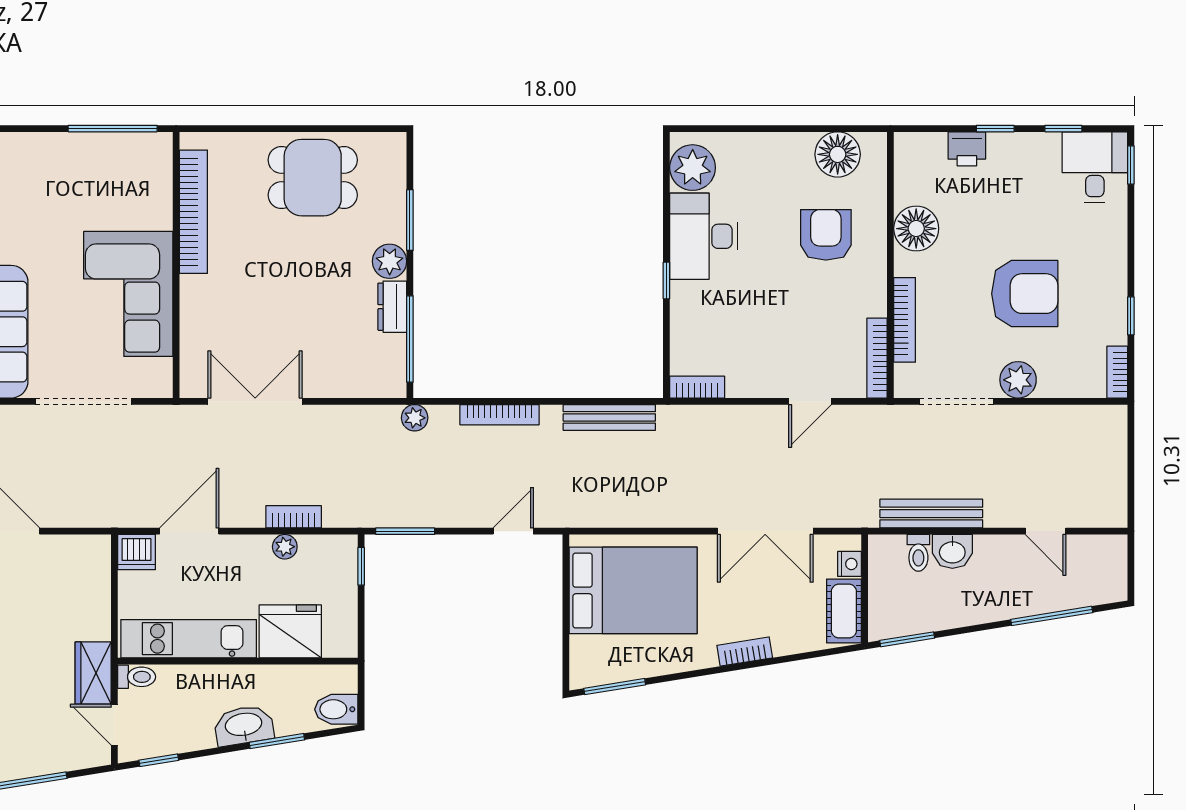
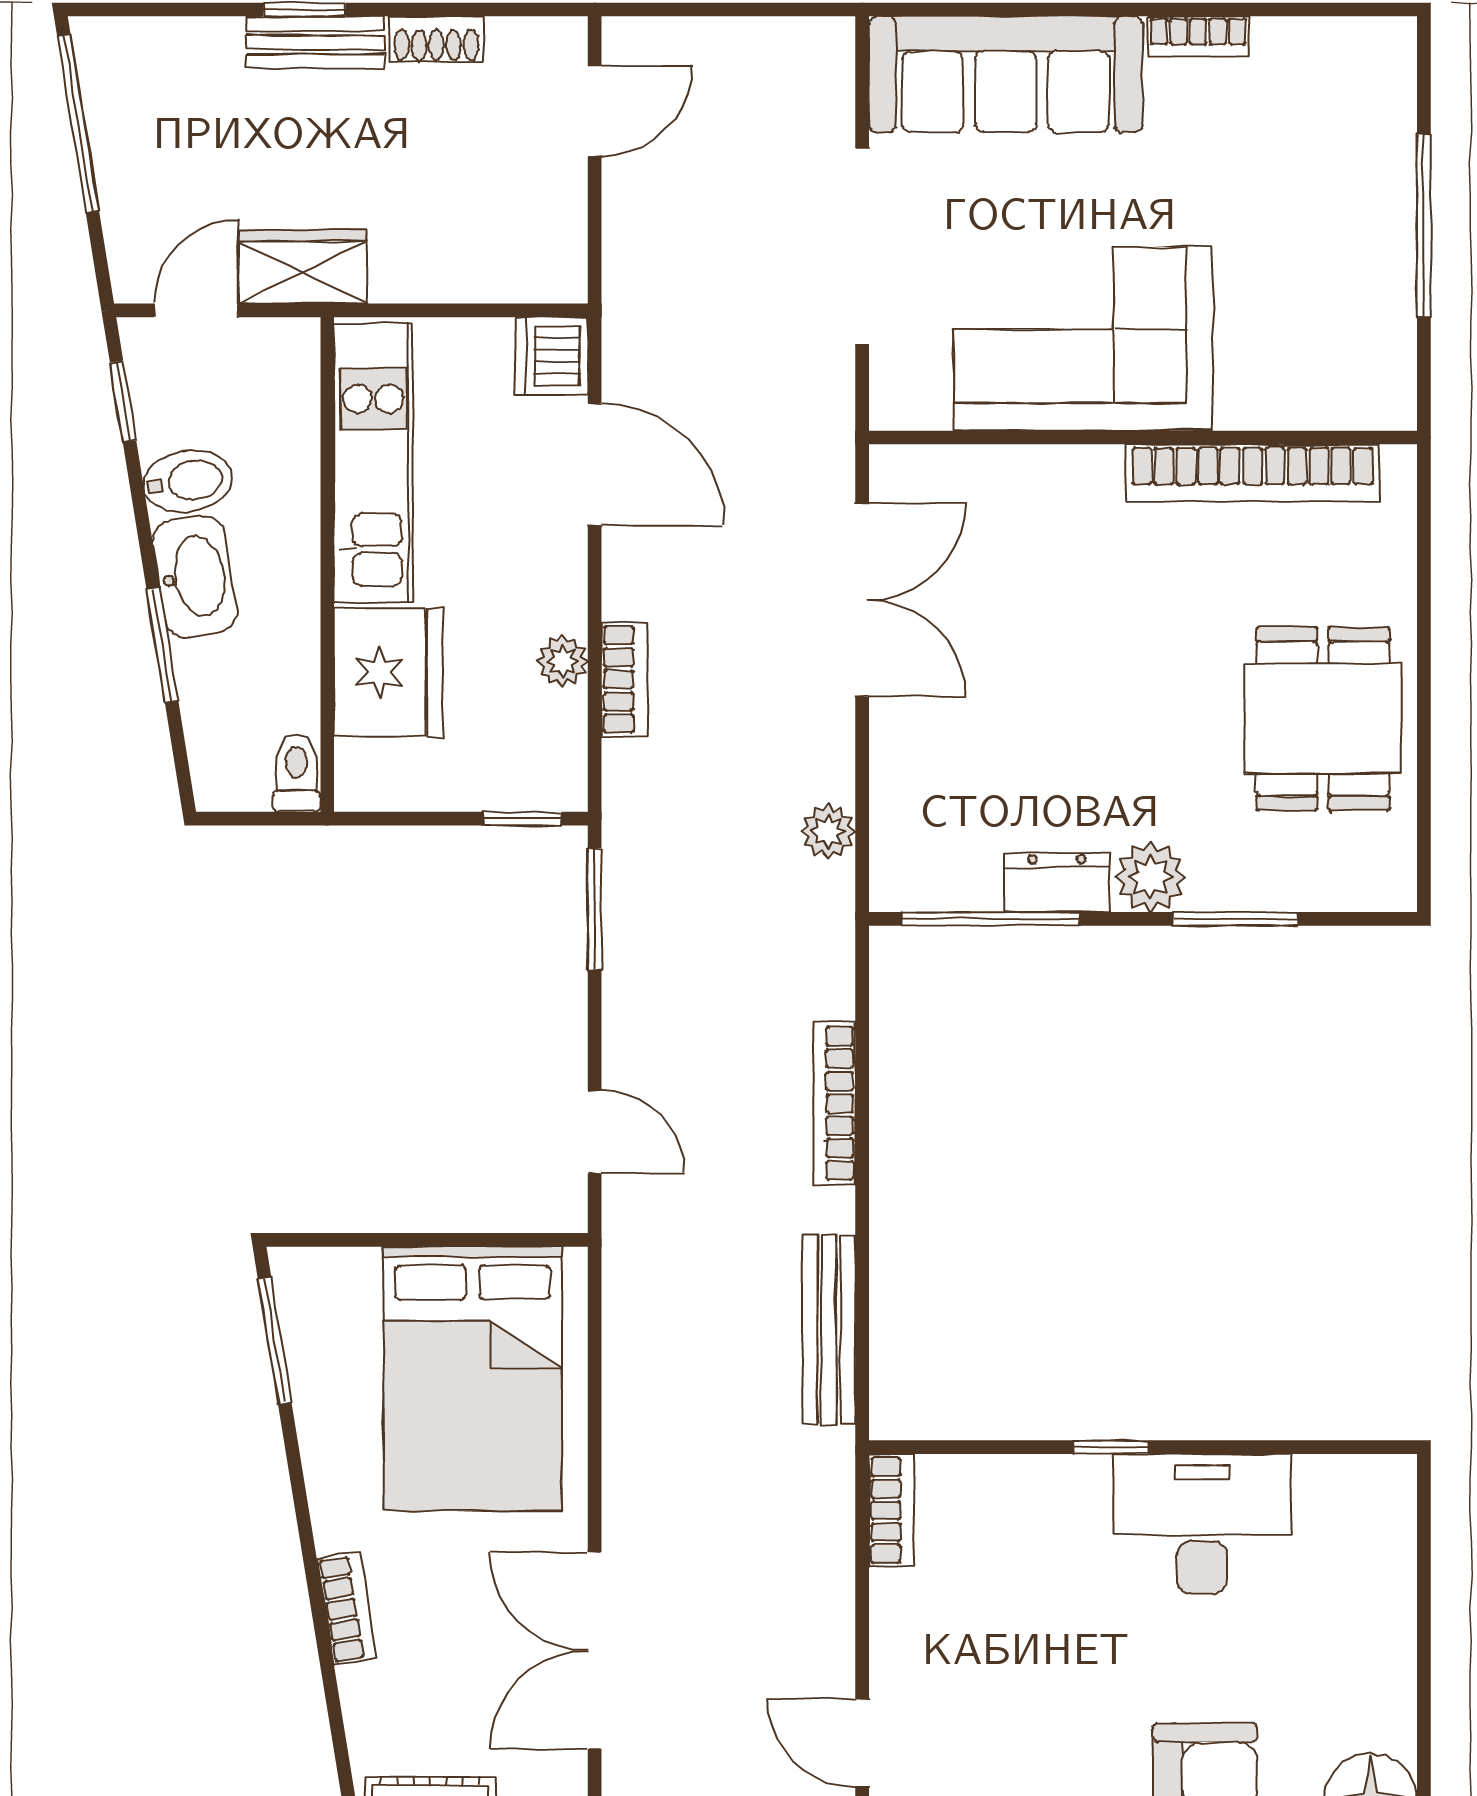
window: (113, 129) -> (1424, 226), moved
plant: (693, 168) -> (1343, 1501), removed
plant: (415, 418) -> (828, 831), moved
toilet: (137, 677) -> (297, 773), moved, turned 180
bidet: (336, 709) -> (188, 481), moved, turned 81

